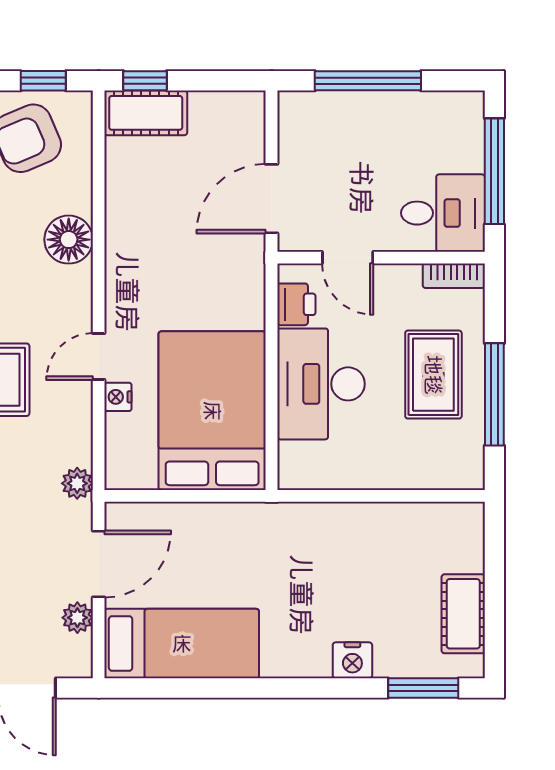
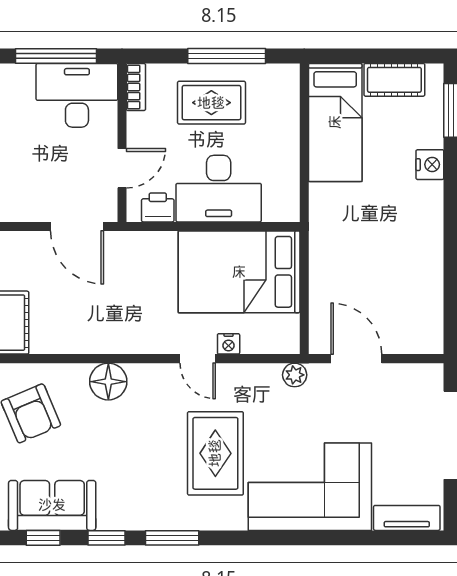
desk: (443, 213) -> (77, 95), width x1.37
plant: (77, 618) -> (397, 375), removed
bed: (182, 644) -> (335, 122), moved, turned 180

